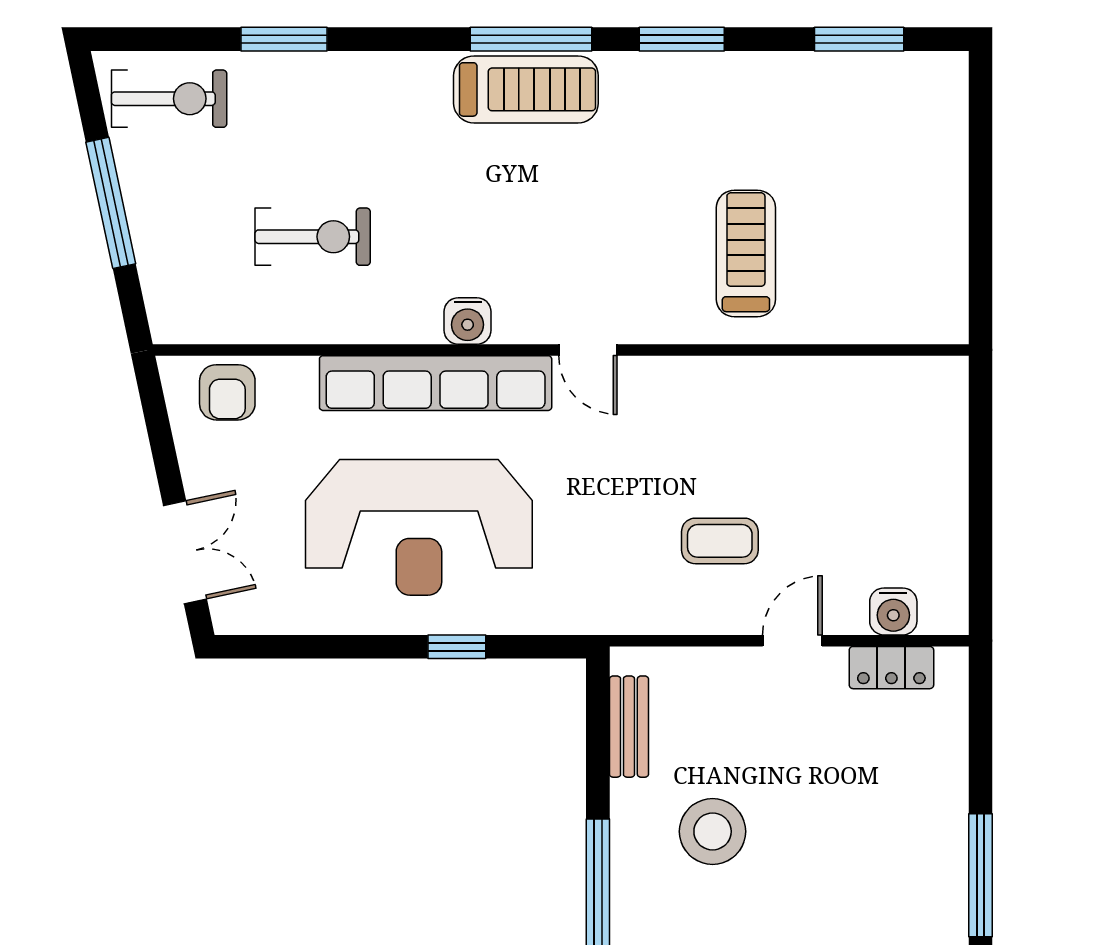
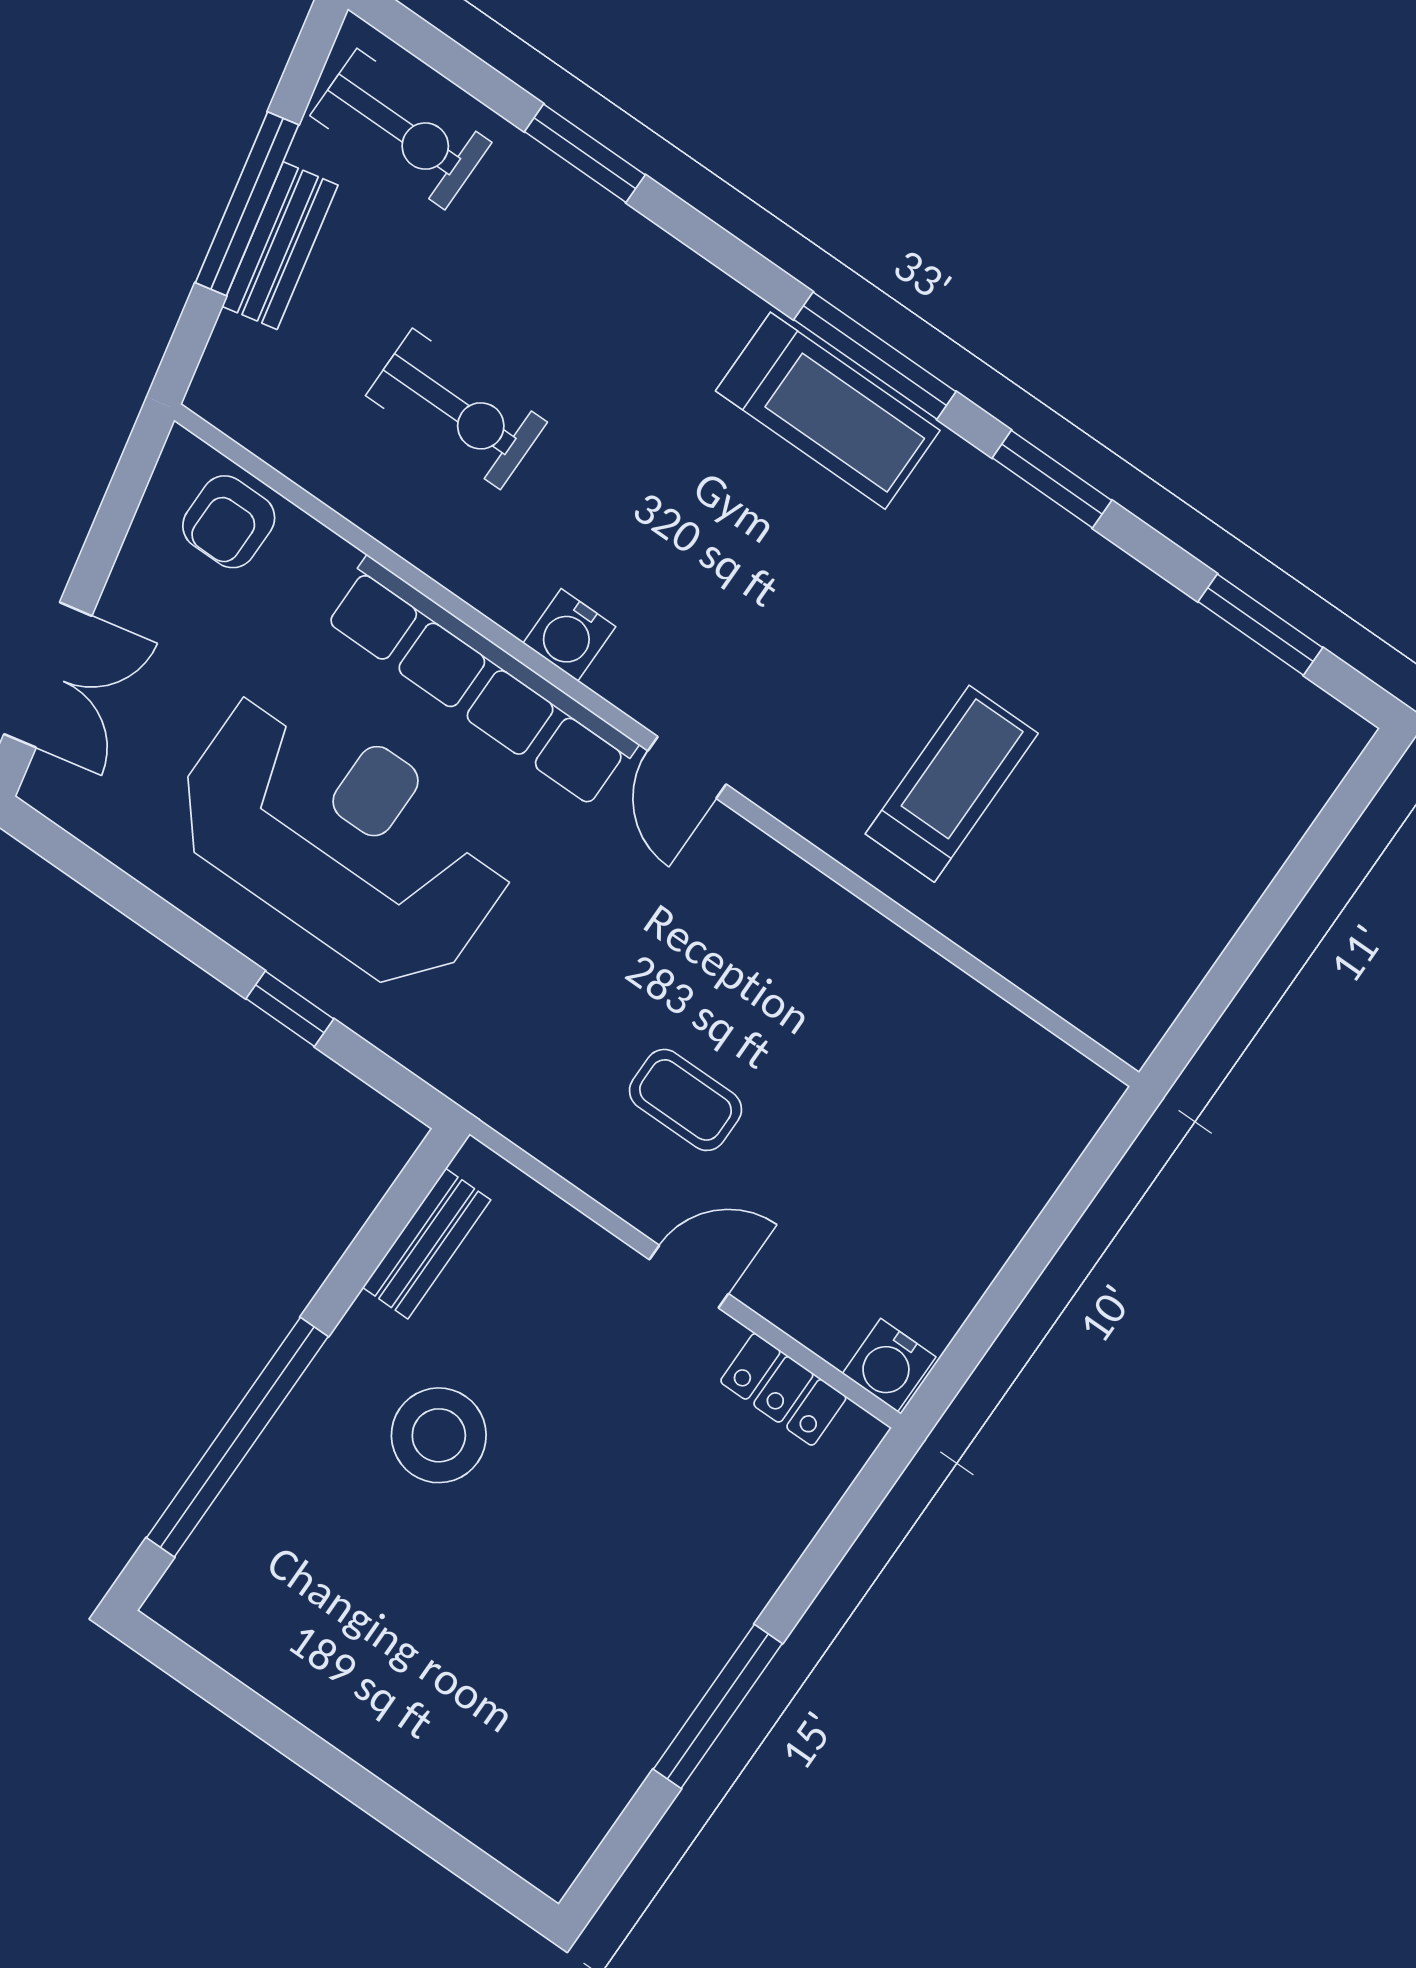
bench: (146, 214) -> (280, 246), added
reception desk: (419, 527) -> (343, 837), turned 180
water cooler: (893, 611) -> (889, 1365), moved

